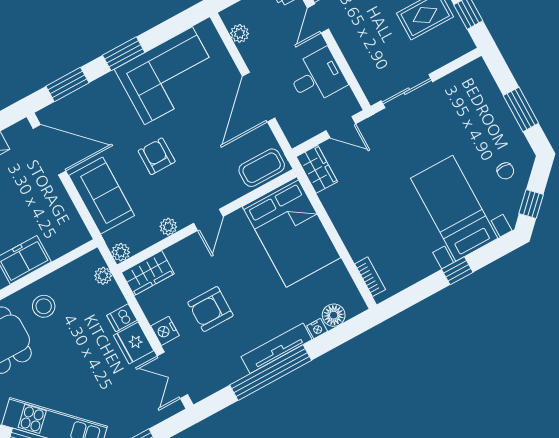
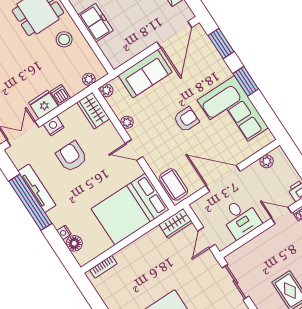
armchair: (157, 156) -> (186, 119), moved
tv unit: (277, 348) -> (37, 188), moved

